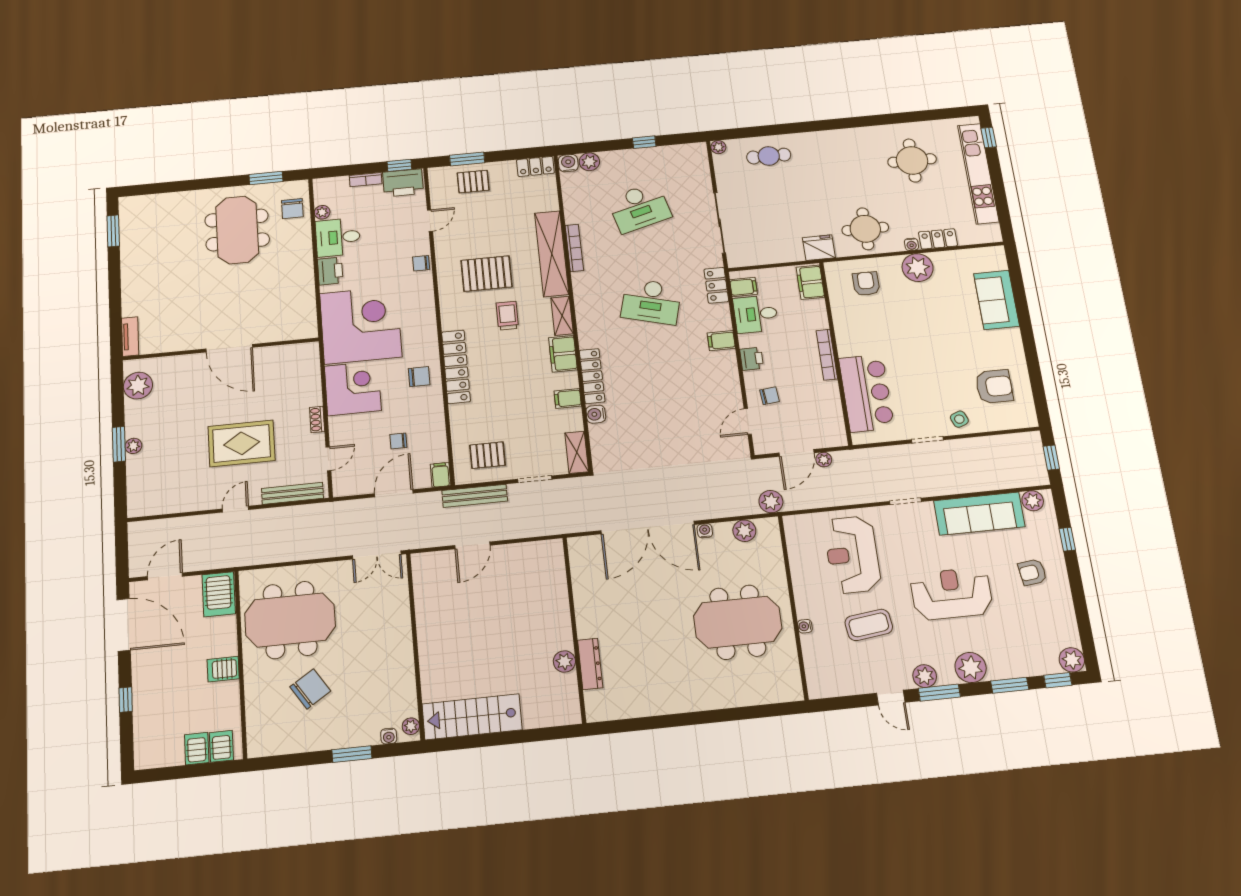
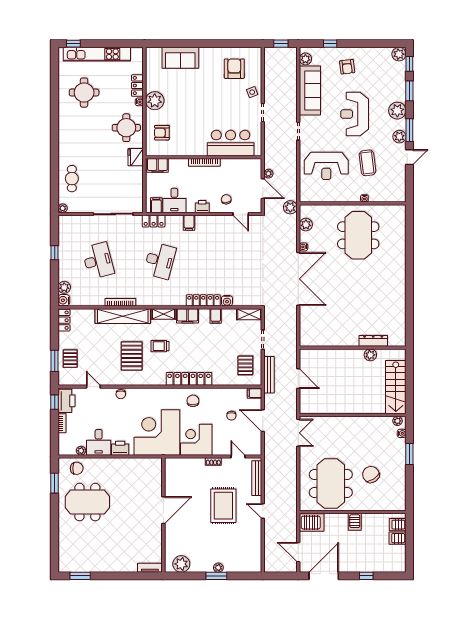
wall: (574, 629) -> (353, 348), moved
plant: (564, 661) -> (370, 355), moved
dresser: (590, 664) -> (373, 341), moved

